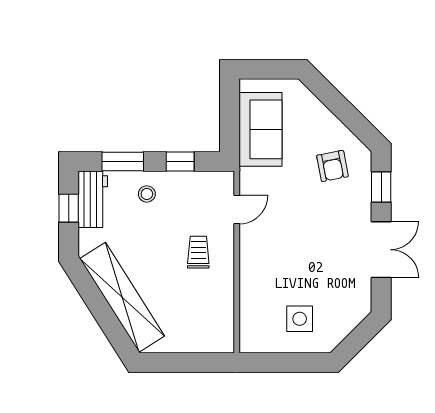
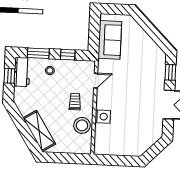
armchair: (332, 166) -> (146, 60), removed
shelving: (122, 297) -> (39, 131), width x0.68
stool: (214, 298) -> (82, 125), added
side table: (300, 319) -> (104, 117), moved

